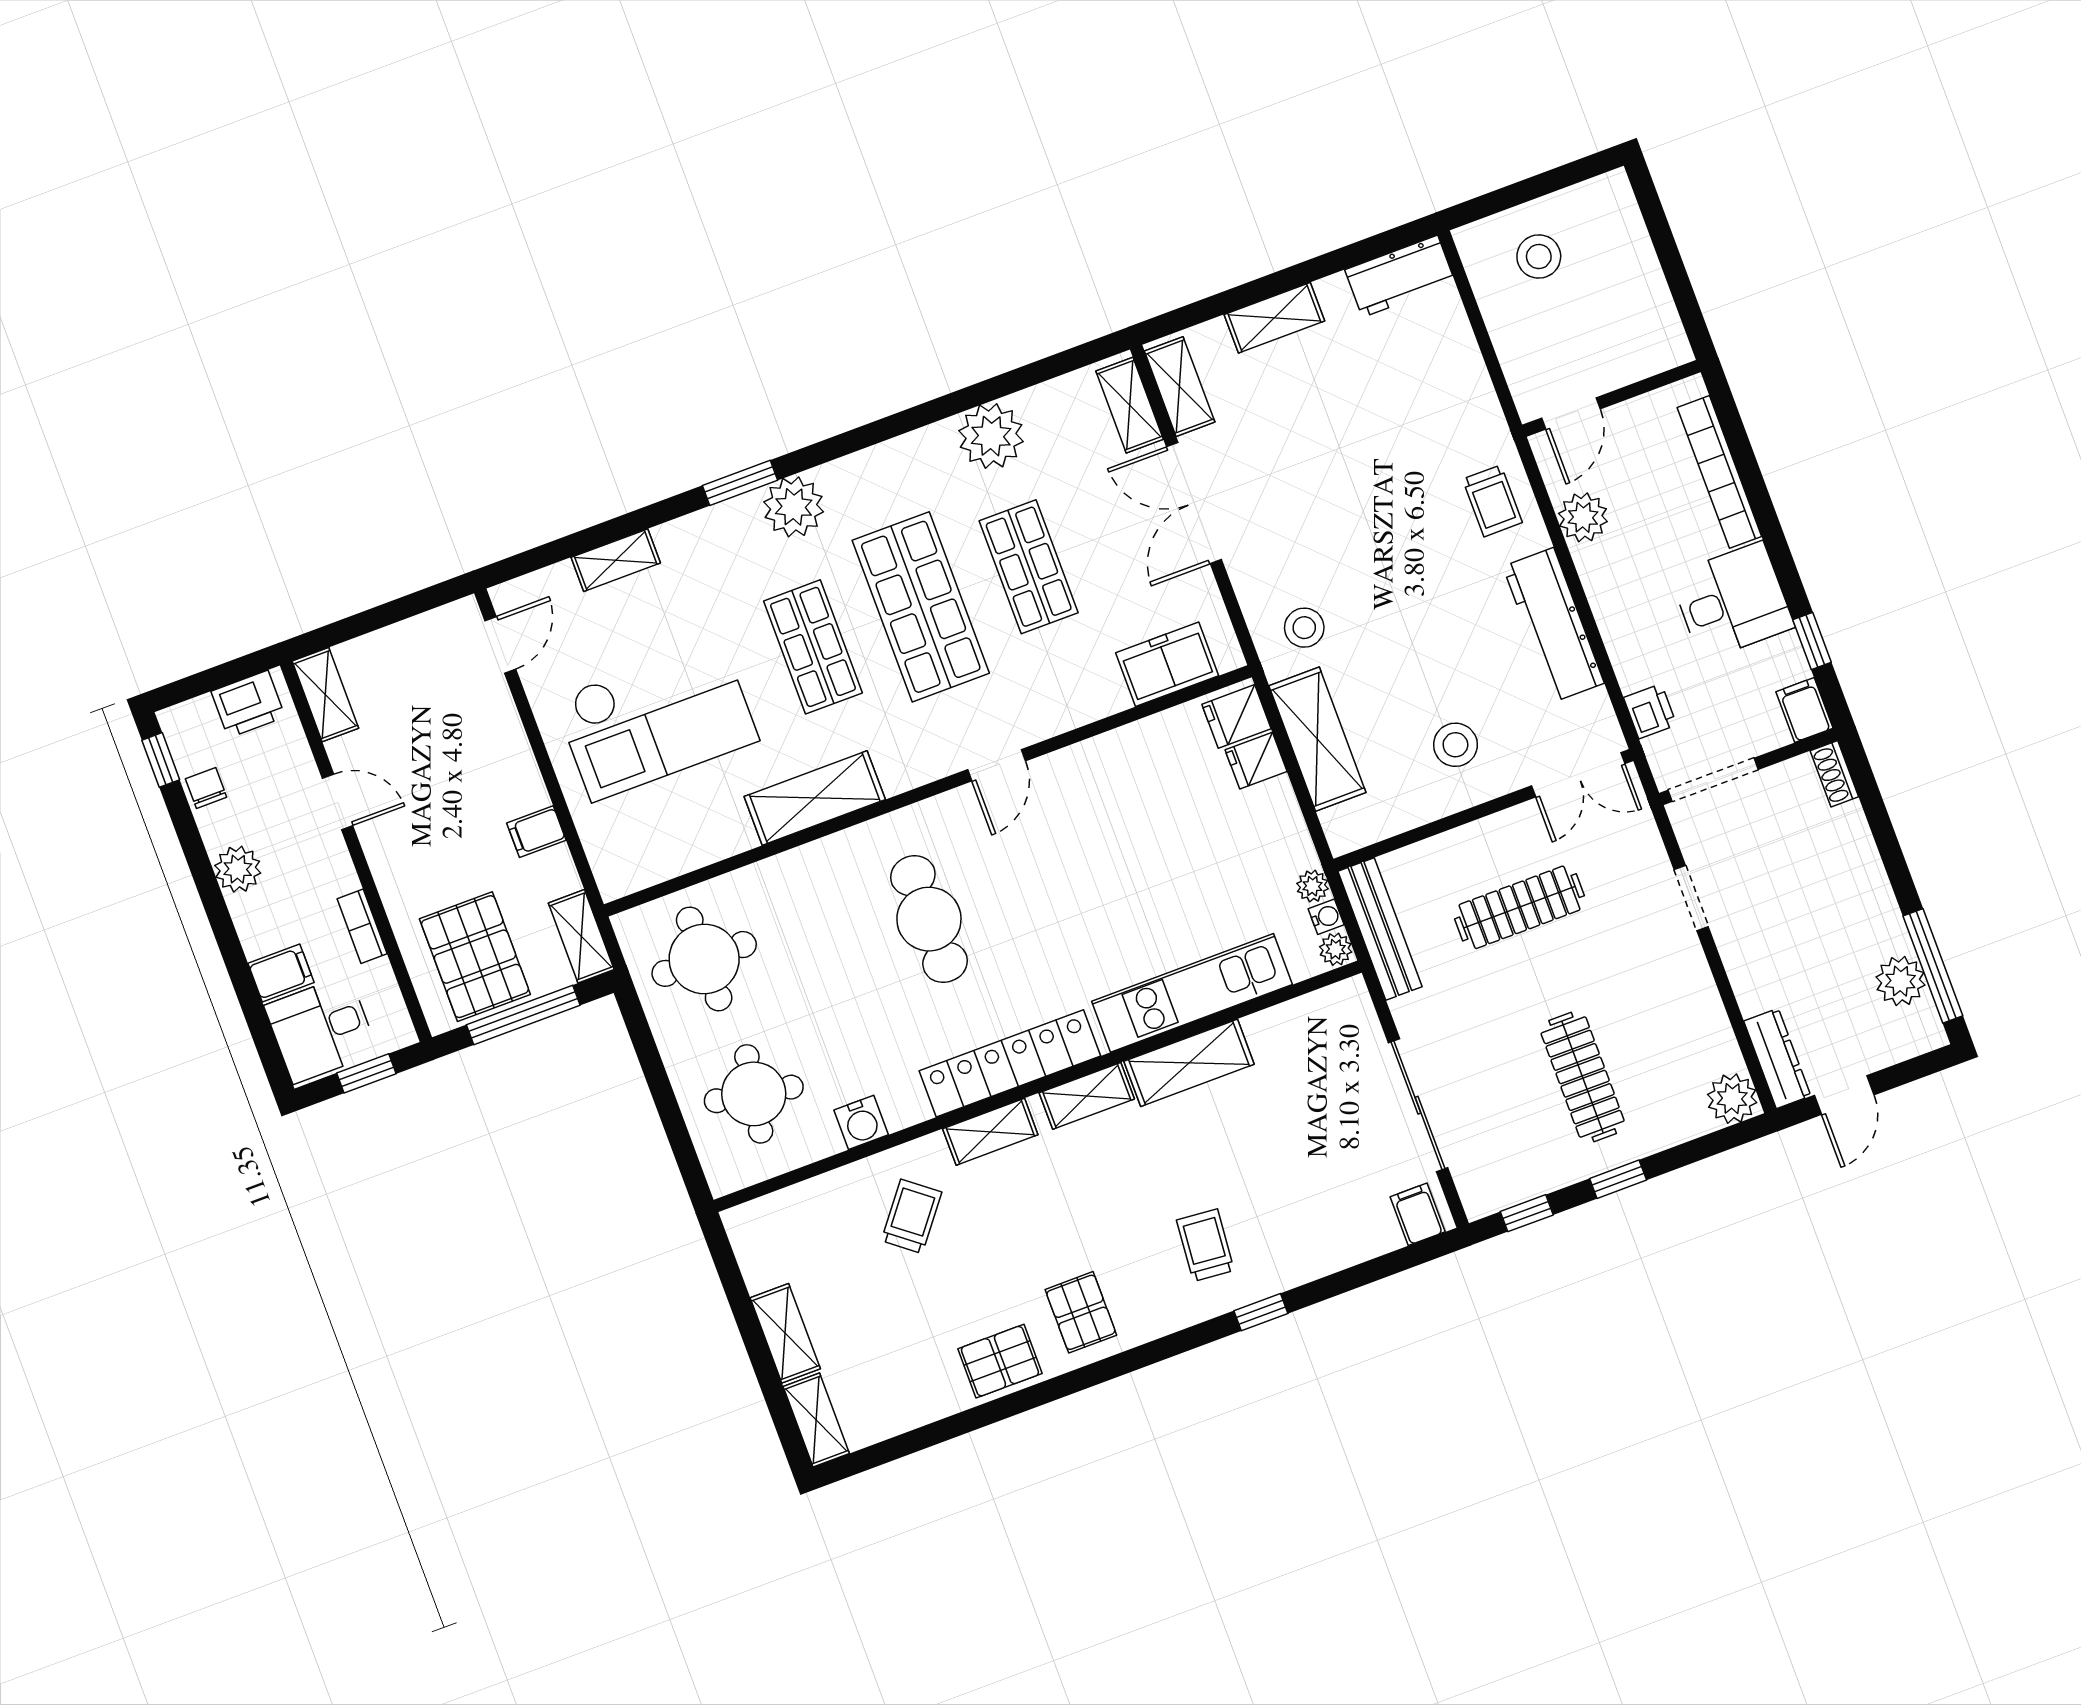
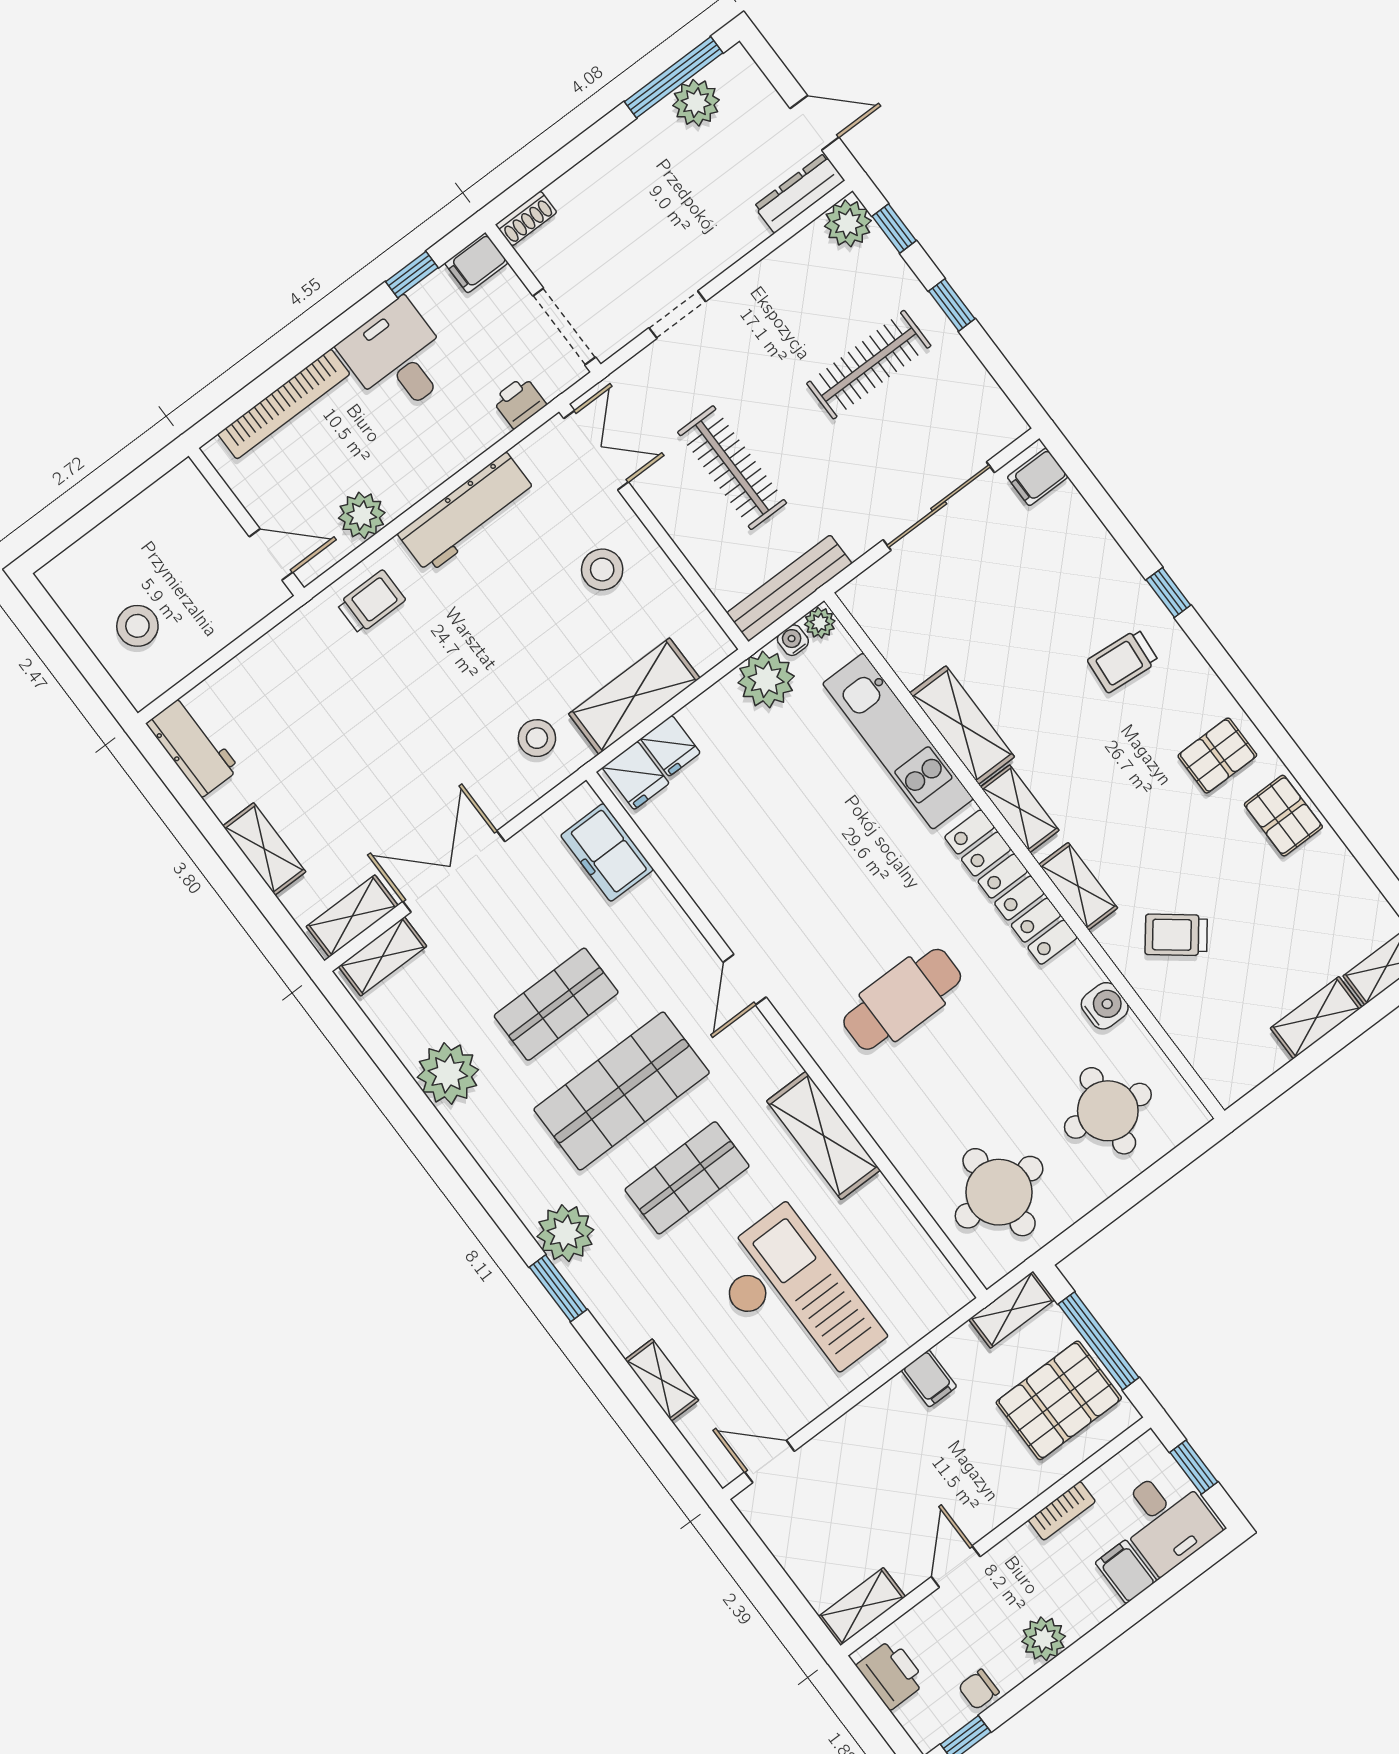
double door: (1194, 503) -> (454, 871), swing flipped
door: (997, 765) -> (745, 980), swing flipped
plant: (1312, 886) -> (766, 680), width x1.87, depth x1.87
window: (1527, 1213) -> (894, 228), moved

